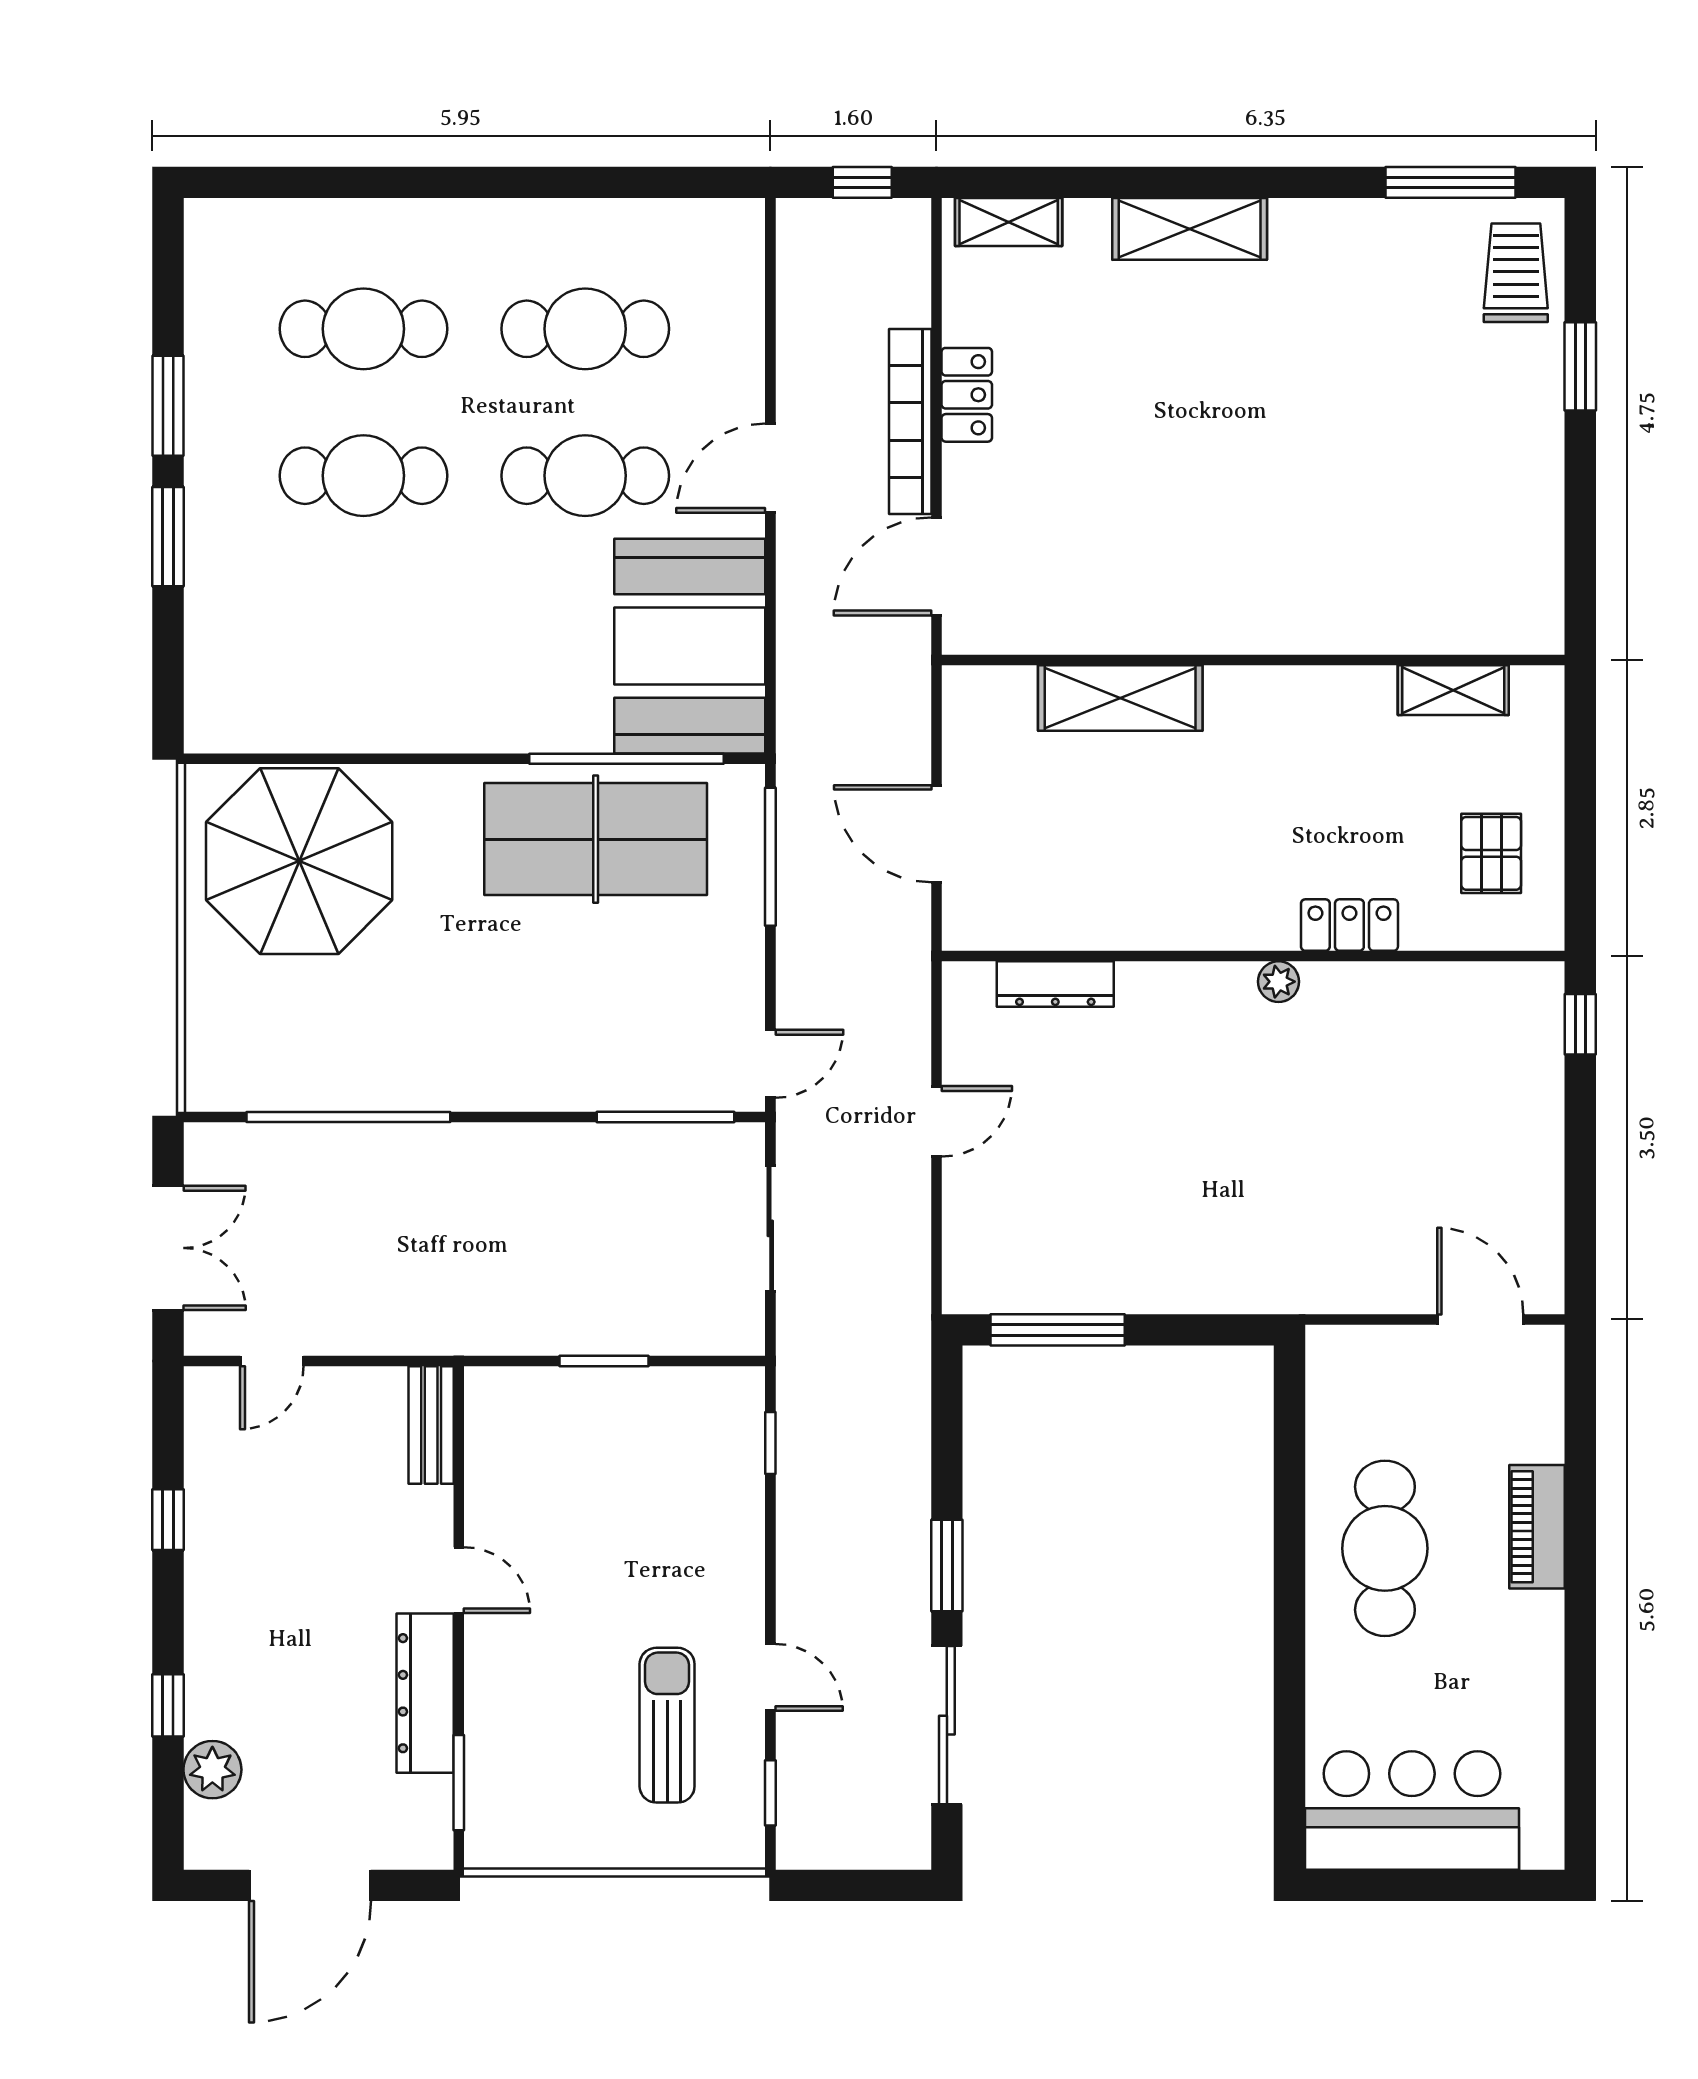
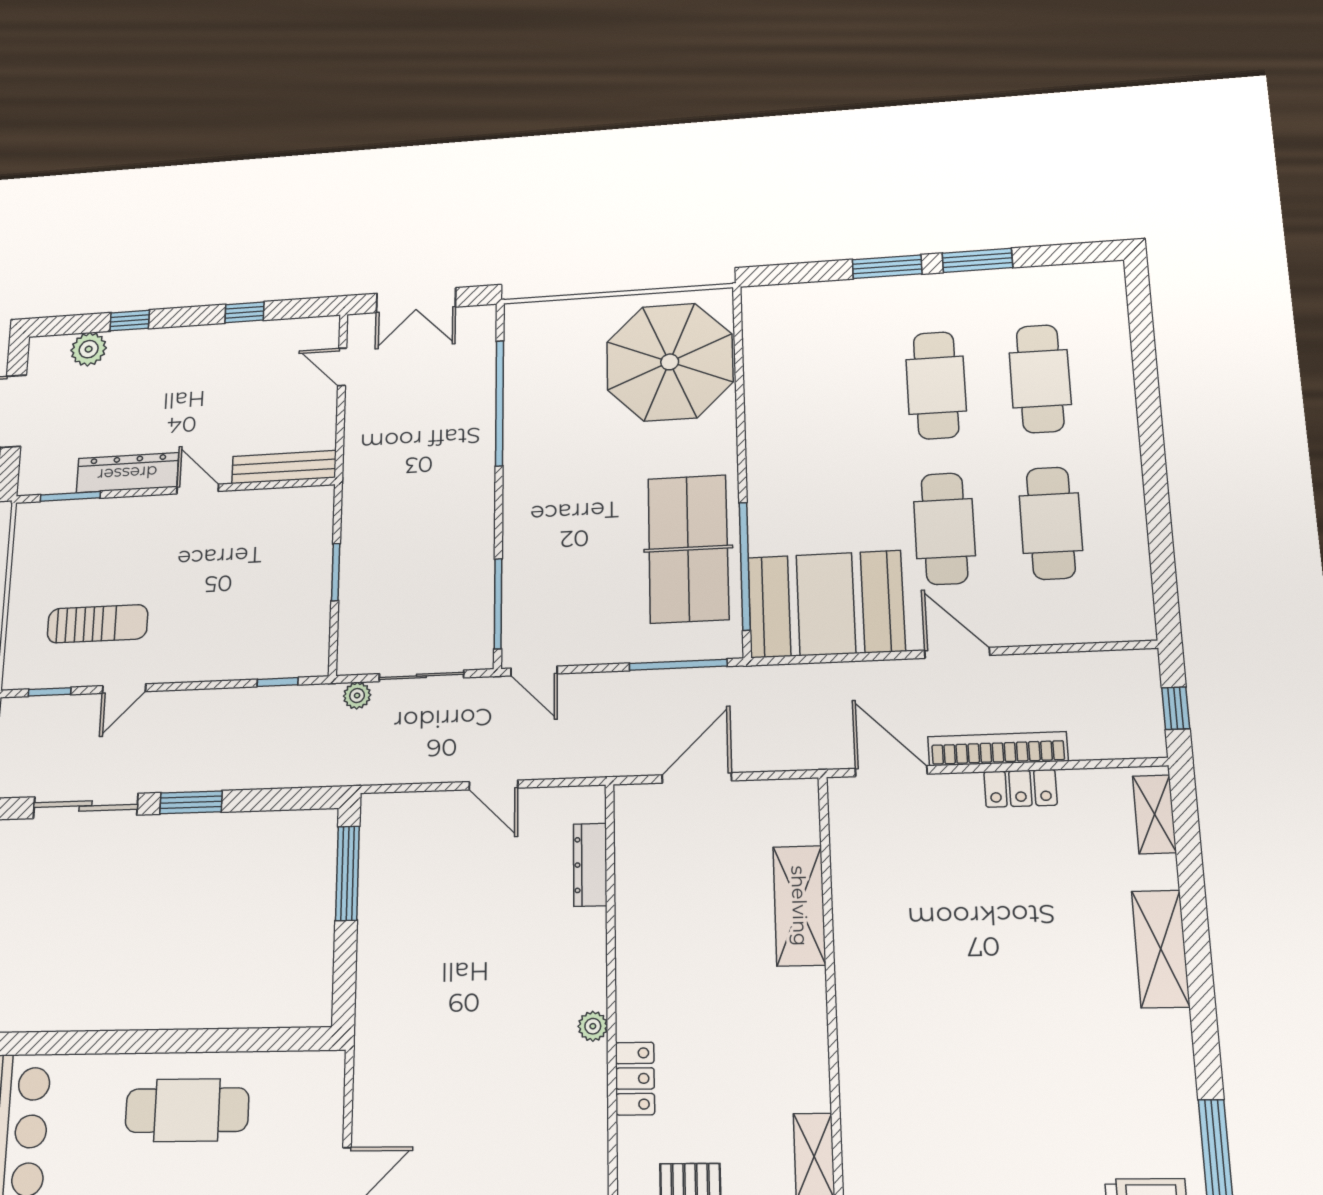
plant: (796, 1323) -> (357, 696), added
bench: (431, 1425) -> (284, 467), width x1.36
door: (459, 1580) -> (198, 489), swing flipped

